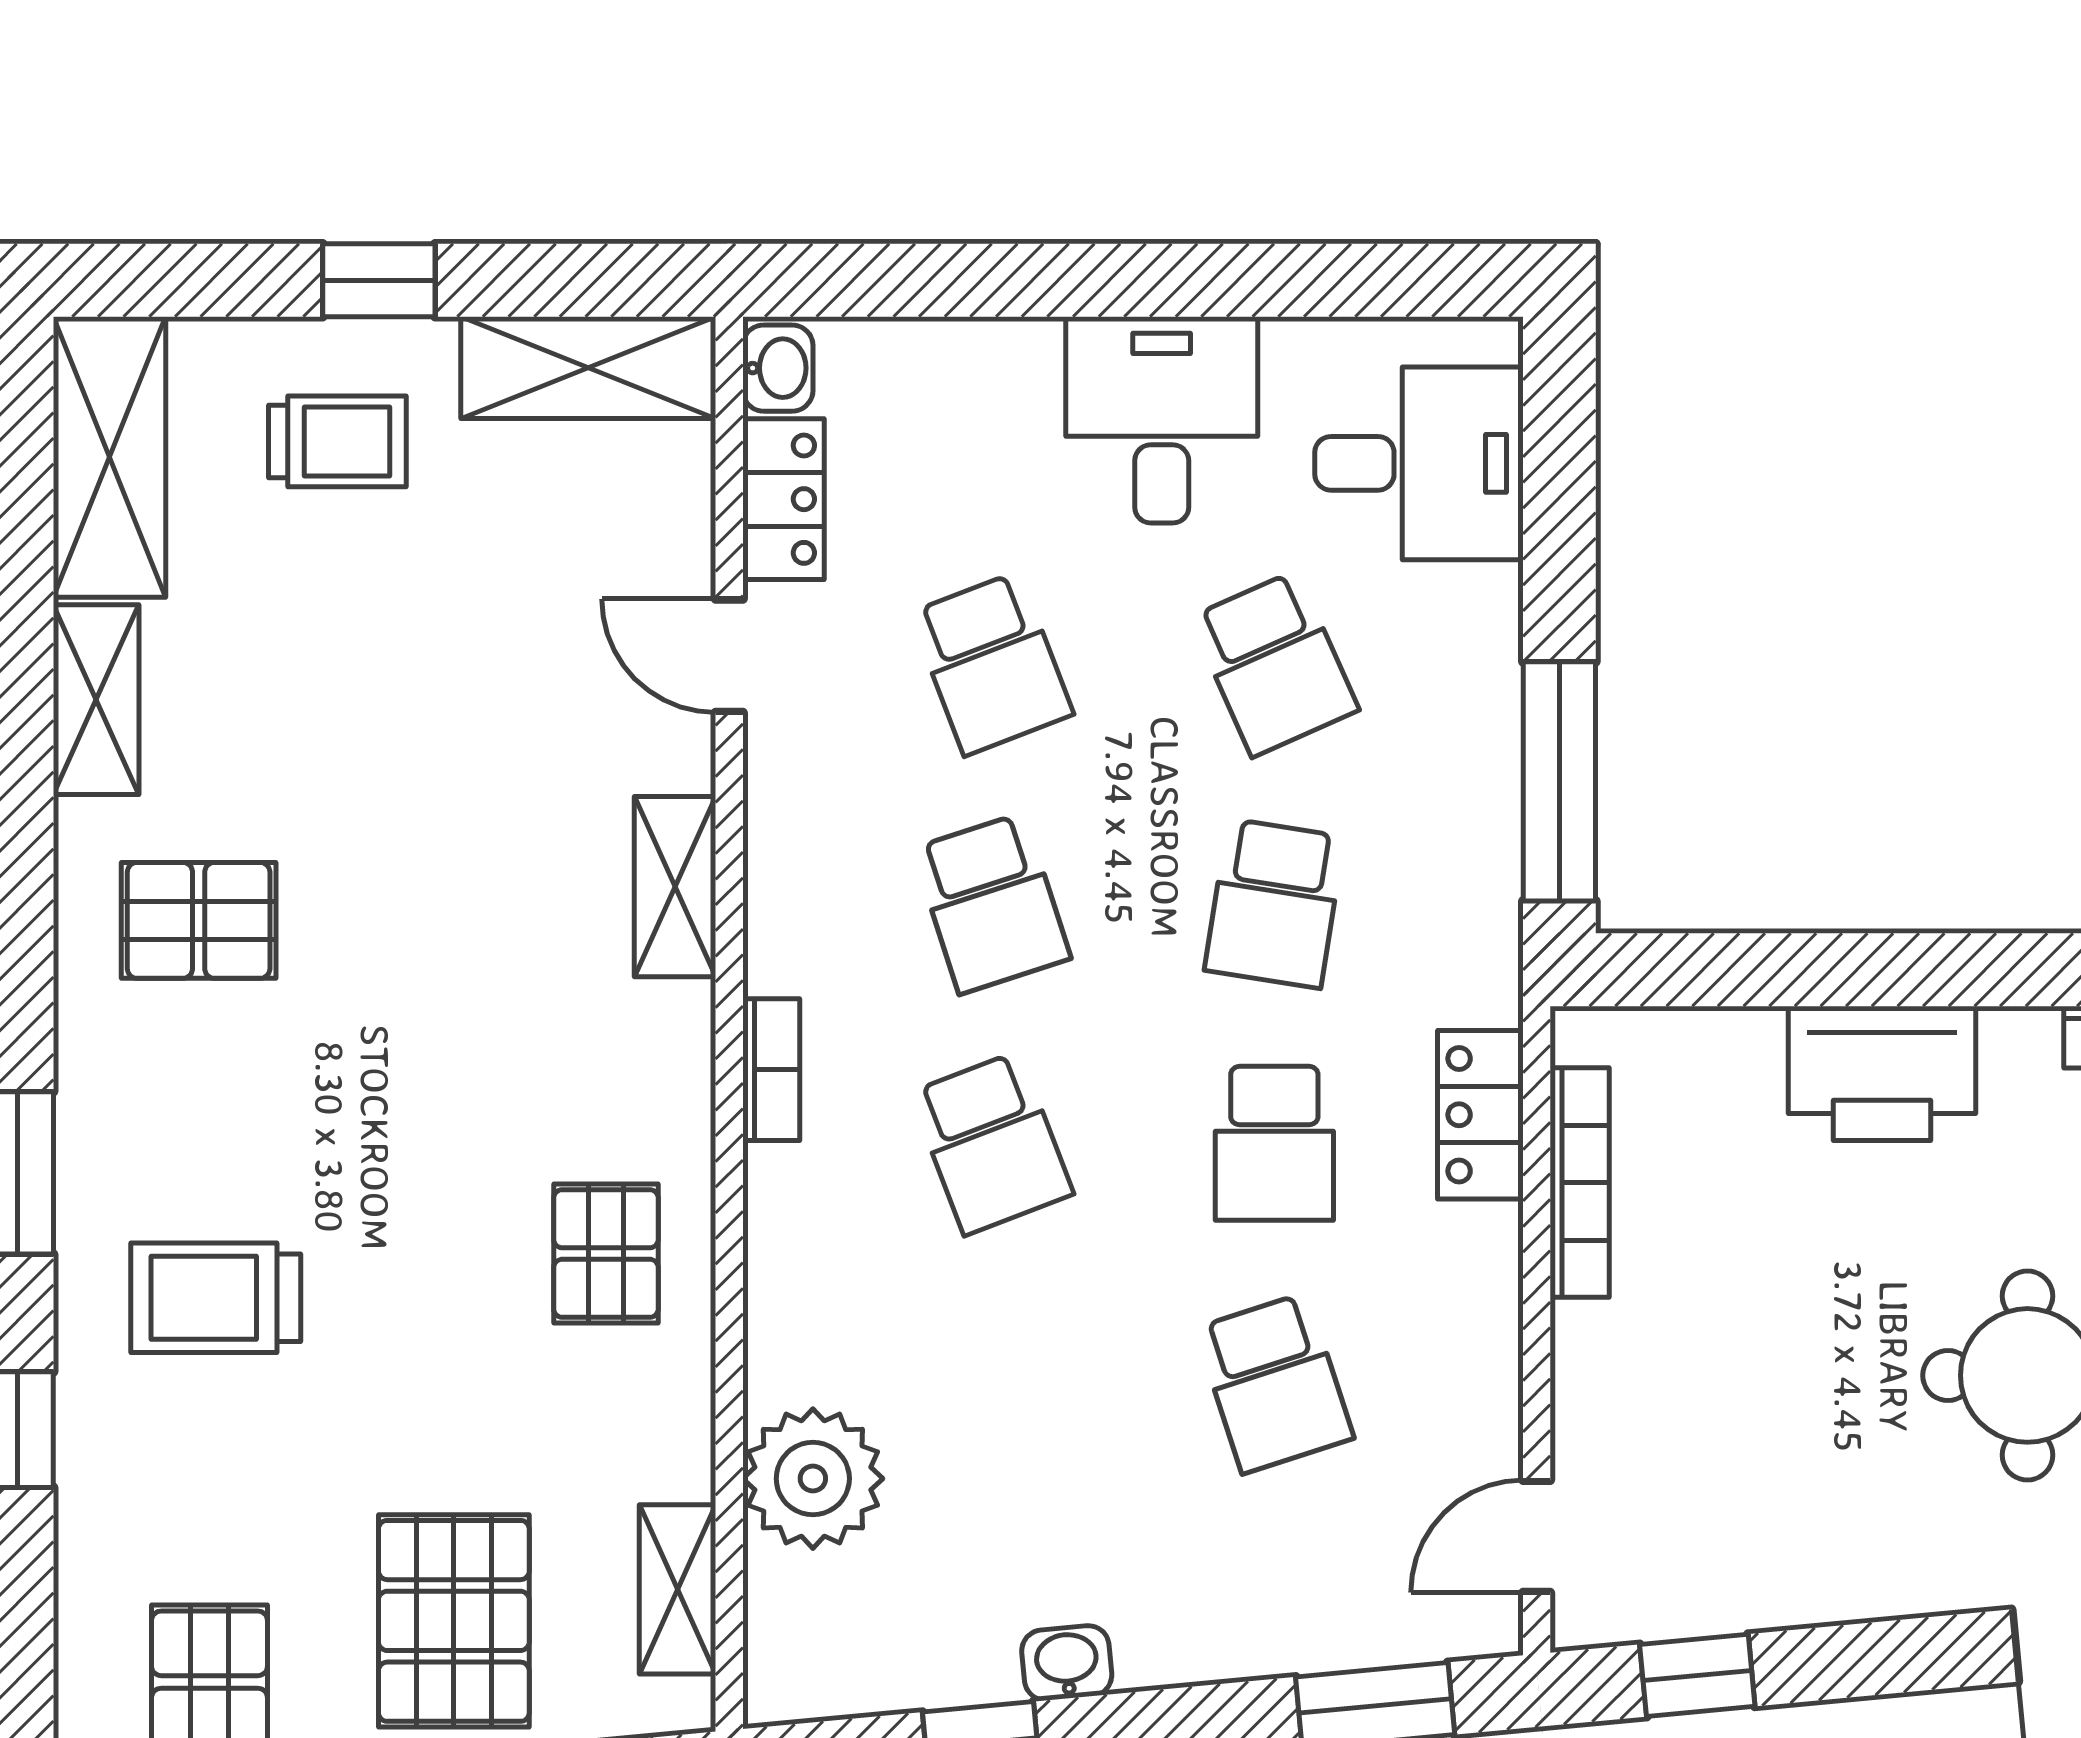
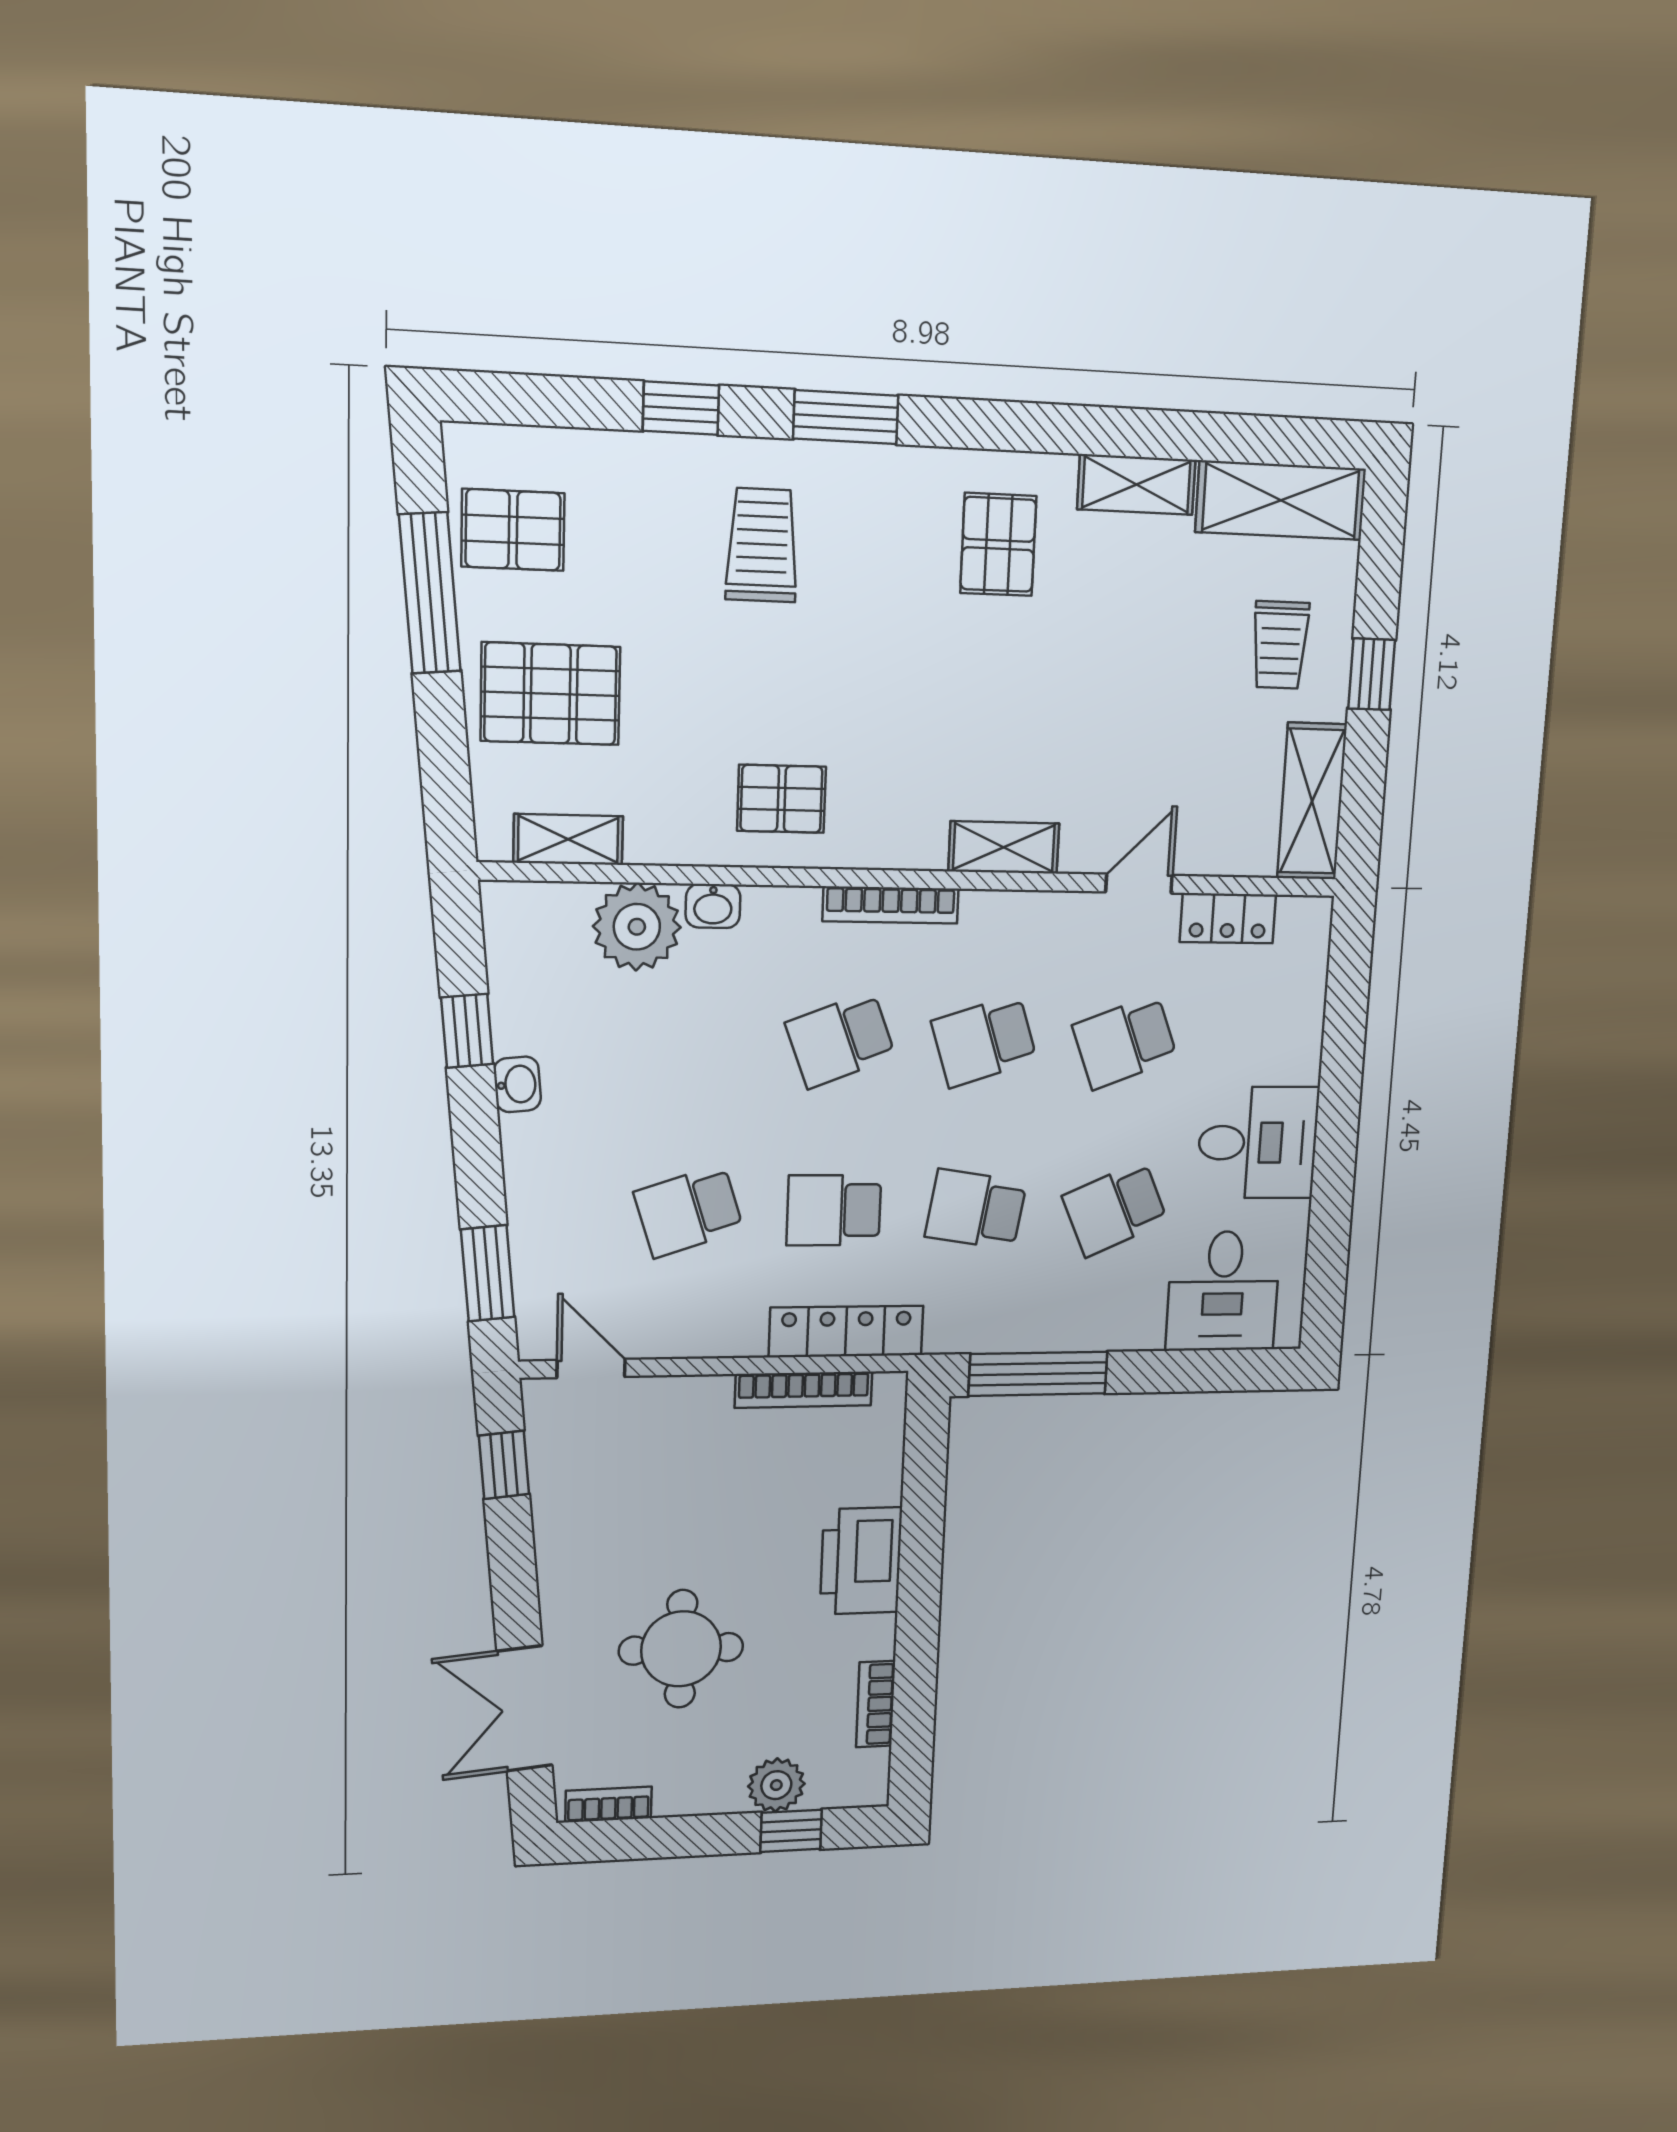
washbasin: (778, 368) -> (713, 906), moved
bookcase: (771, 1070) -> (891, 905), width x1.56
locker: (1480, 1115) -> (846, 1331), width x1.53

